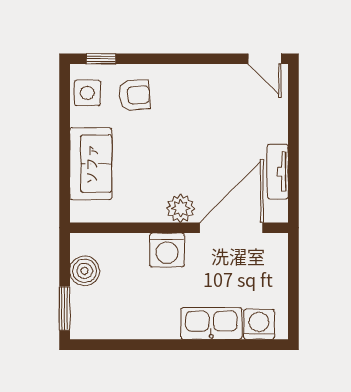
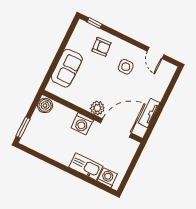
door: (265, 59) -> (156, 53), moved
side table: (87, 93) -> (126, 67), moved
boiler: (85, 271) -> (45, 106), moved

